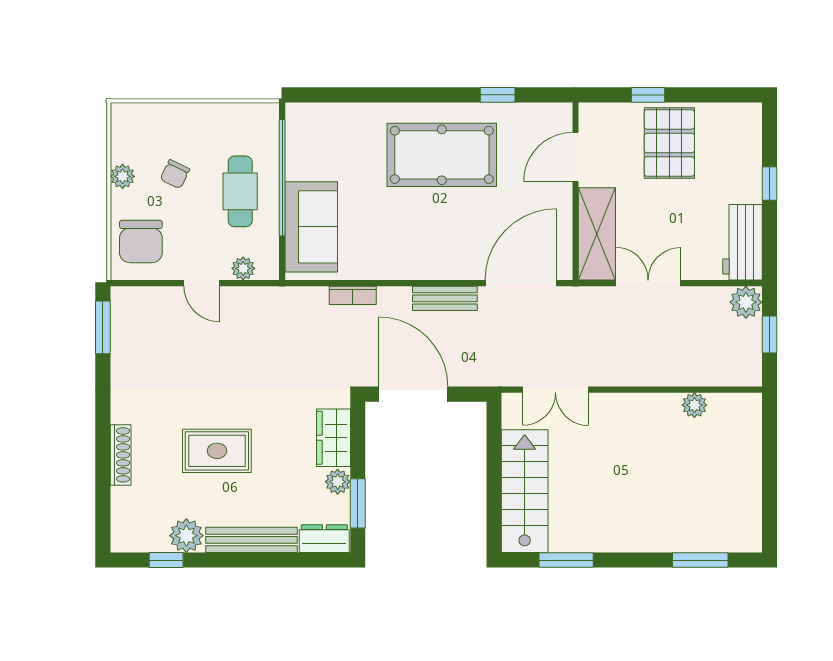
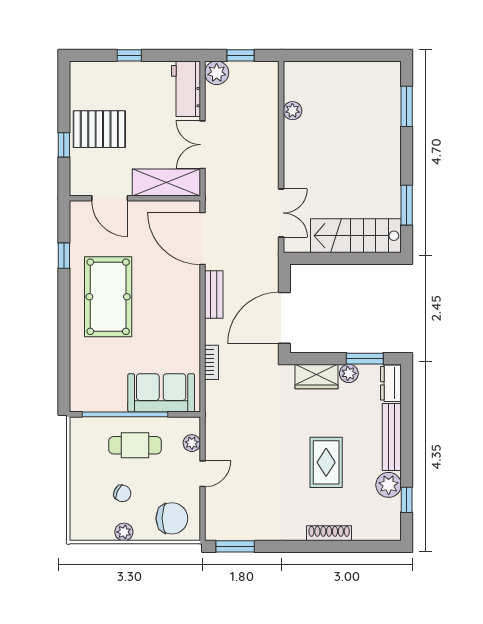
workbench: (743, 242) -> (186, 89), moved, turned 90

